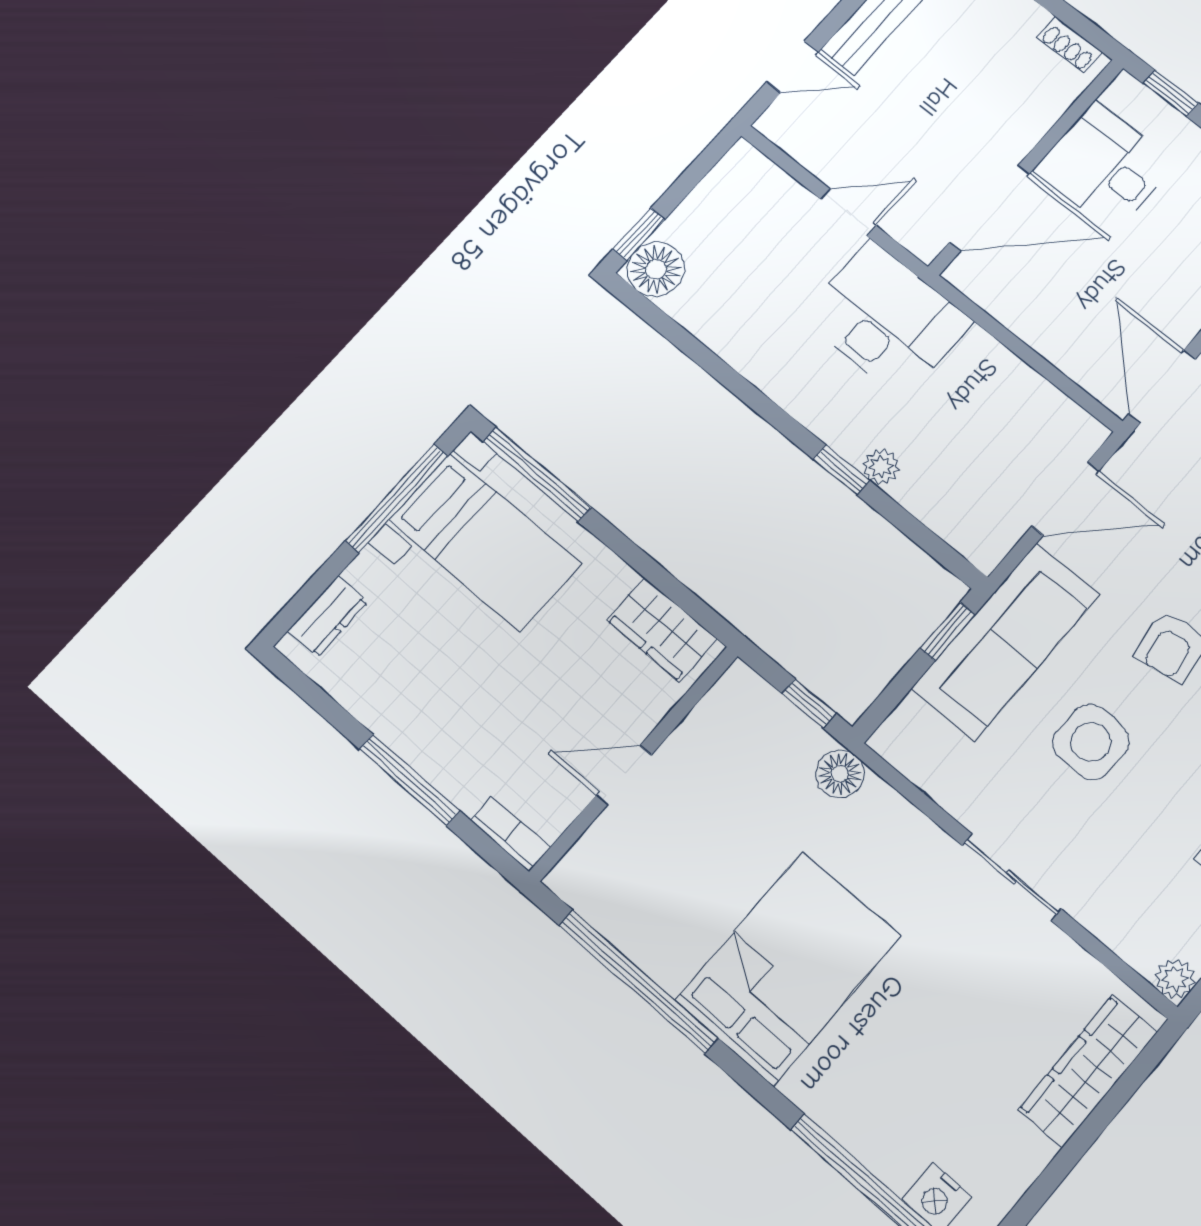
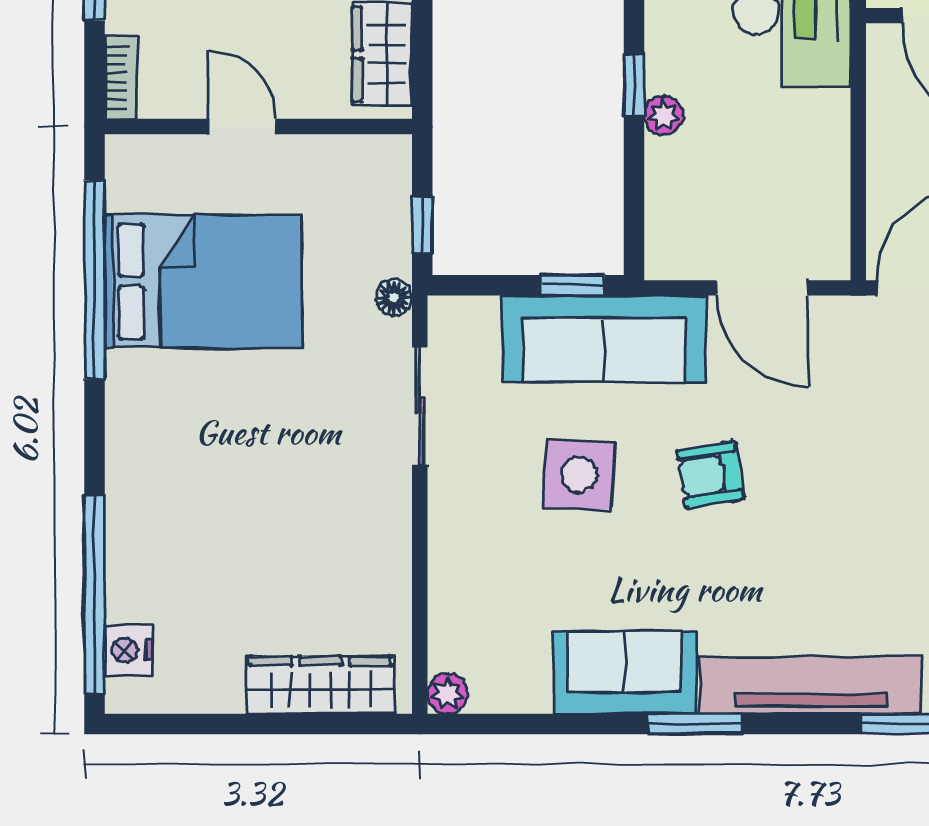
floor lamp: (840, 774) -> (394, 297), width x0.73, depth x0.73
sliding door: (1011, 877) -> (420, 405), moved
bed: (788, 968) -> (203, 281), moved

